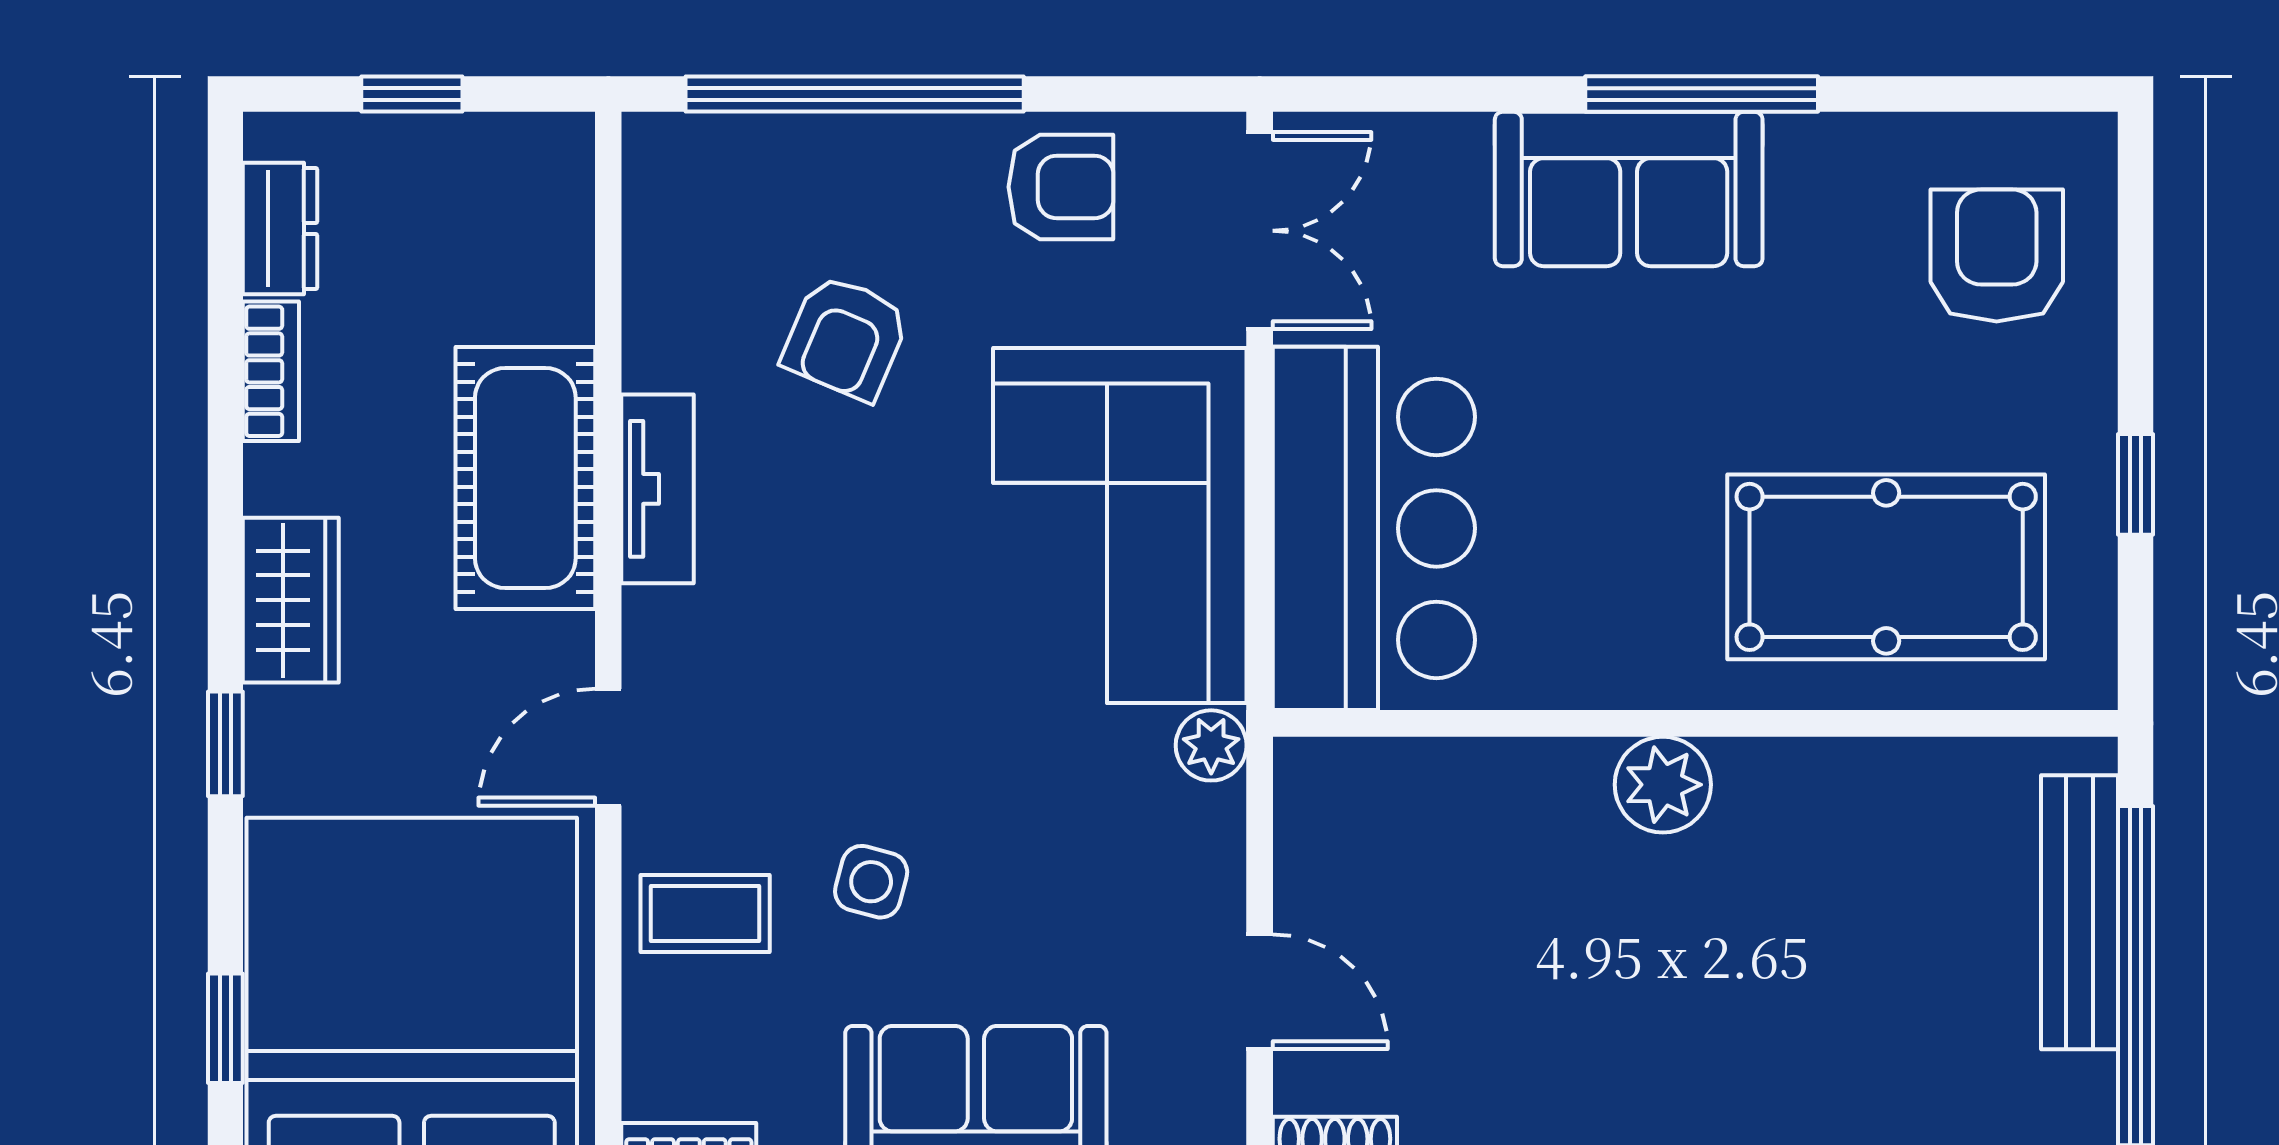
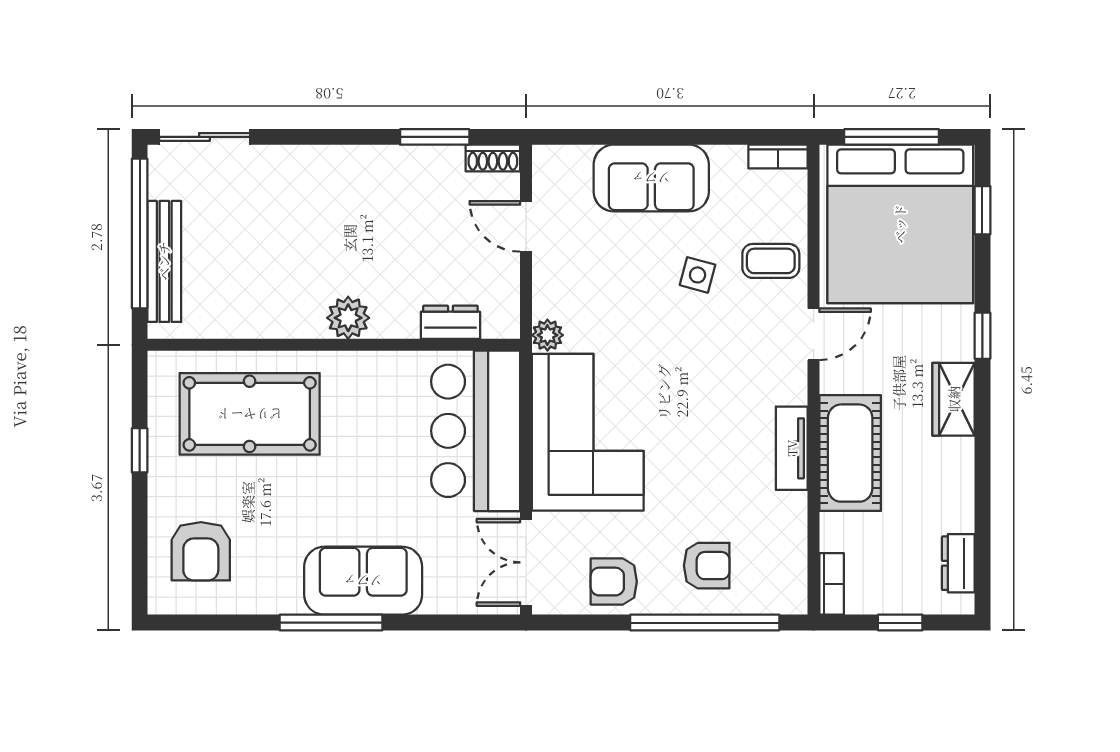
armchair: (846, 337) -> (707, 566), moved, turned 67
bookcase: (271, 371) -> (832, 584), moved, turned 180
dresser: (1431, 774) -> (450, 322), added

